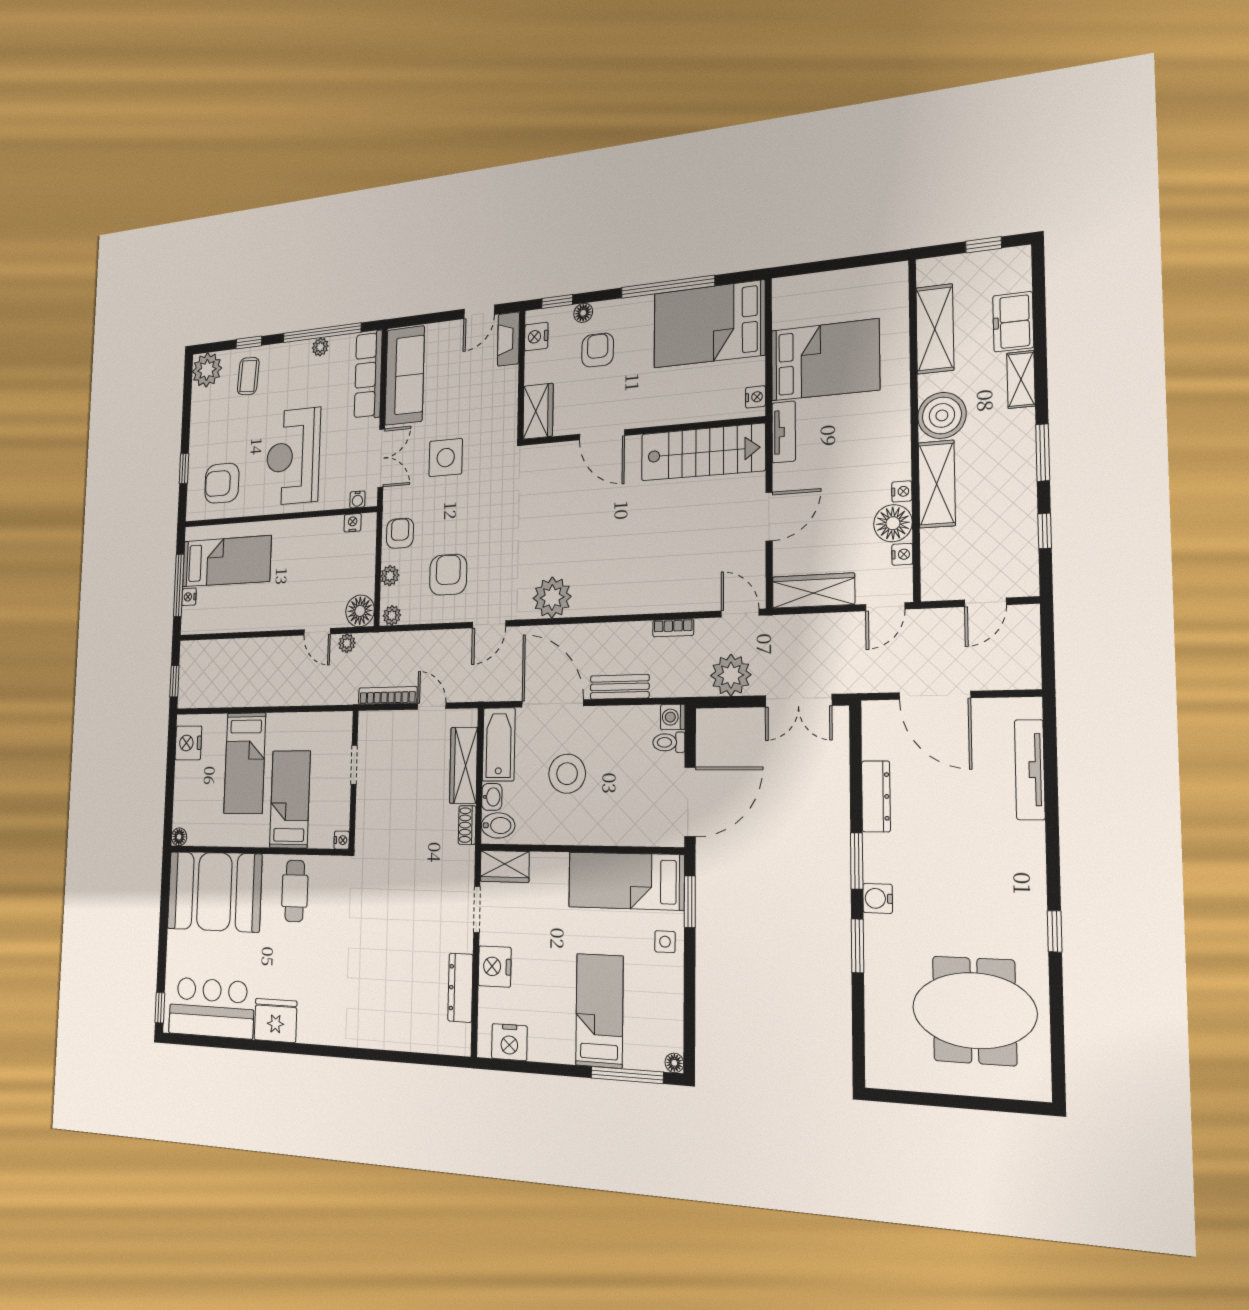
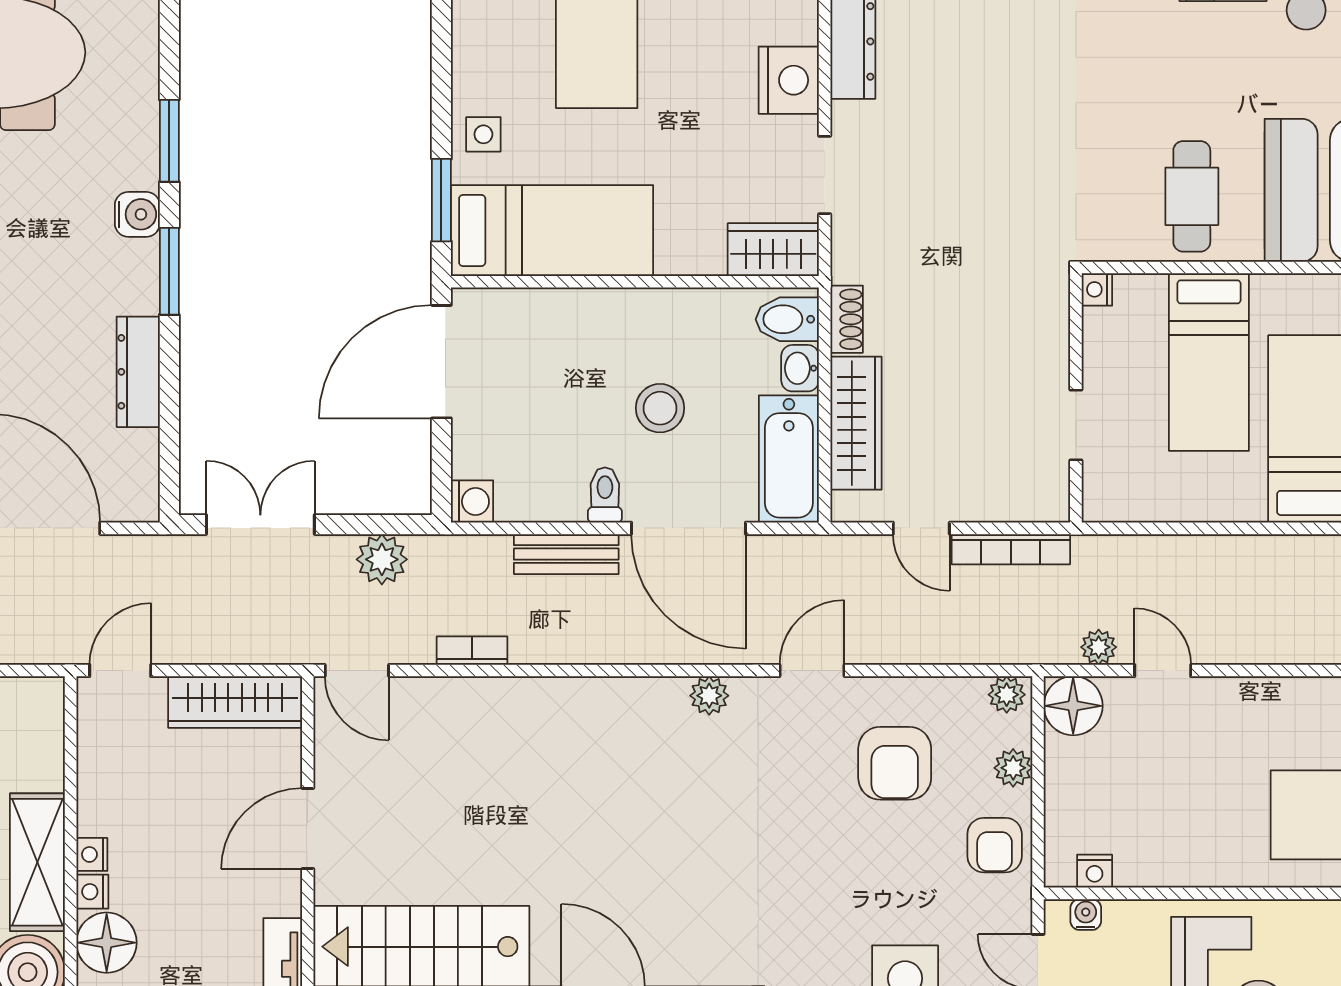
floor lamp: (893, 523) -> (107, 943), moved
nightstand: (902, 554) -> (92, 892), moved
plant: (552, 597) -> (709, 696), width x0.53, depth x0.53
plant: (731, 675) -> (382, 559), width x0.73, depth x0.73
toilet: (669, 742) -> (605, 495), moved, turned -90
stool: (567, 774) -> (660, 408), width x0.73, depth x0.73

